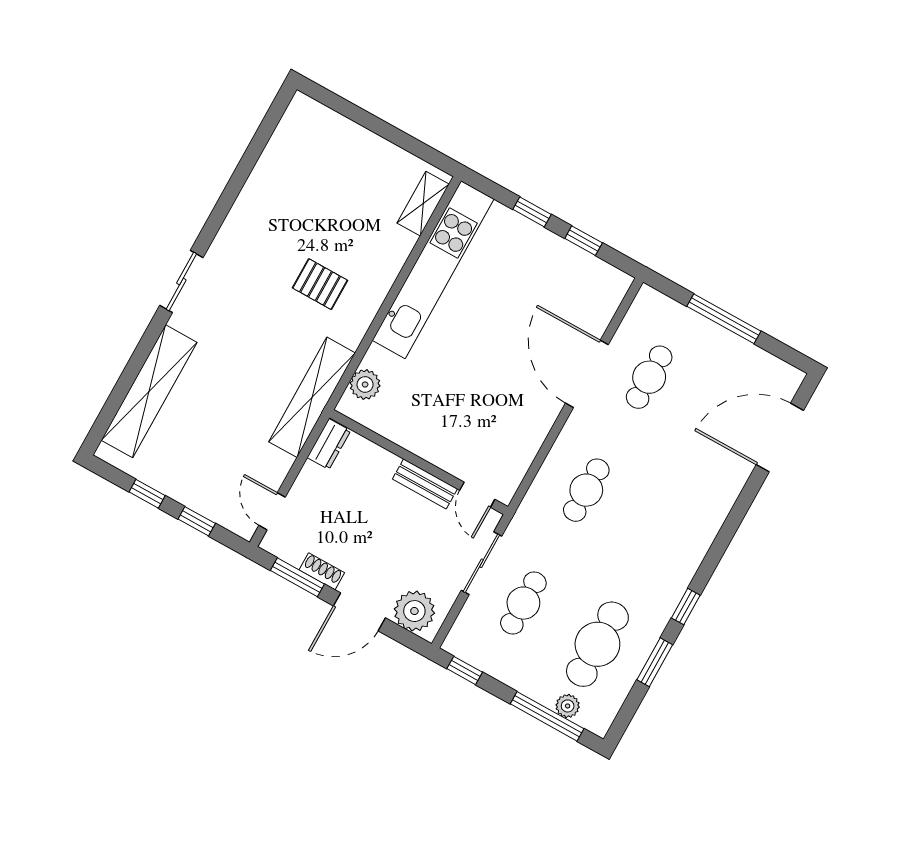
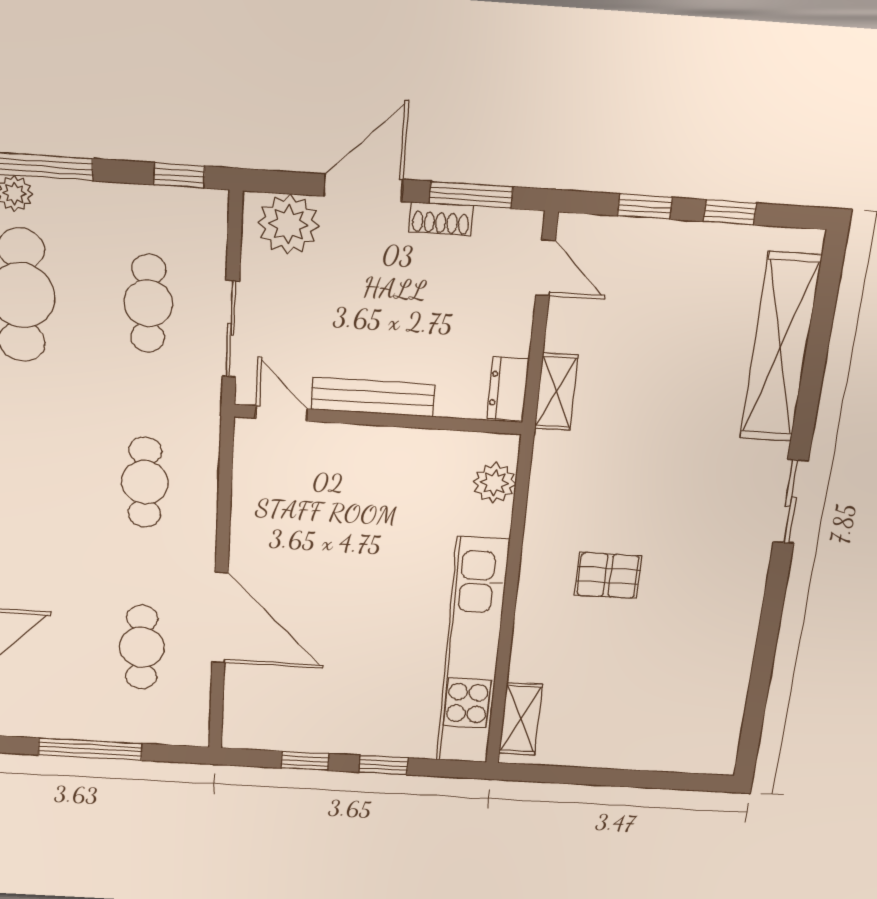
shelving: (312, 397) -> (556, 392), width x0.45, depth x0.75
bench: (425, 484) -> (373, 397), width x1.36

